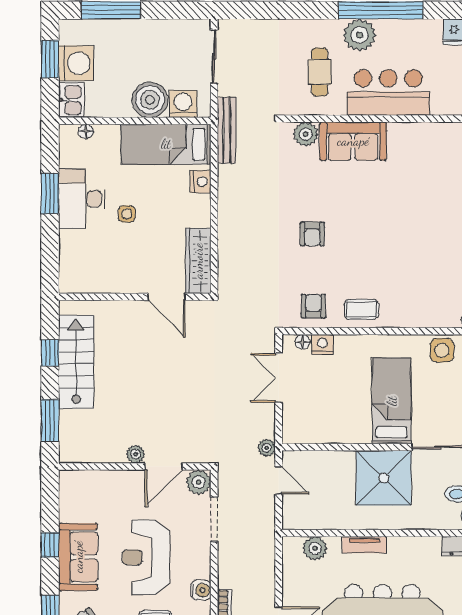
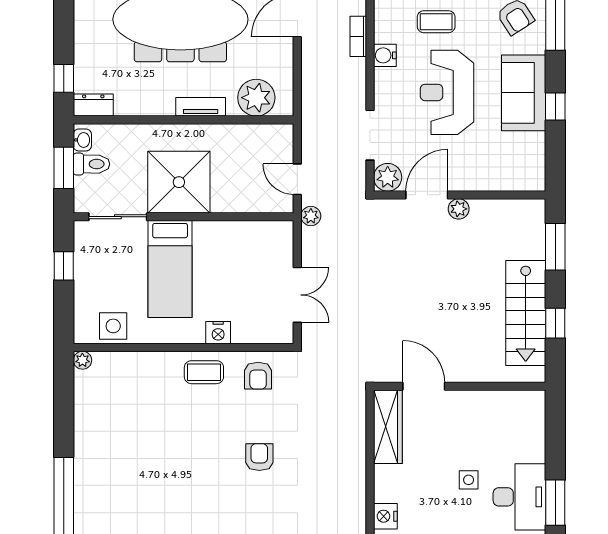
floor lamp: (302, 342) -> (271, 335), removed
nightstand: (322, 344) -> (218, 333), moved
plant: (315, 548) -> (256, 98), width x1.36, depth x1.36
reception desk: (146, 557) -> (447, 92), turned 180

